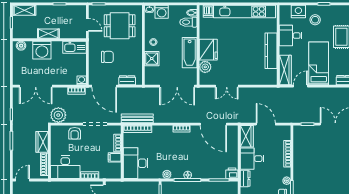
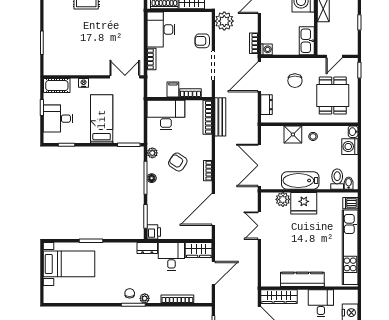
armchair: (174, 153) -> (178, 162), added

